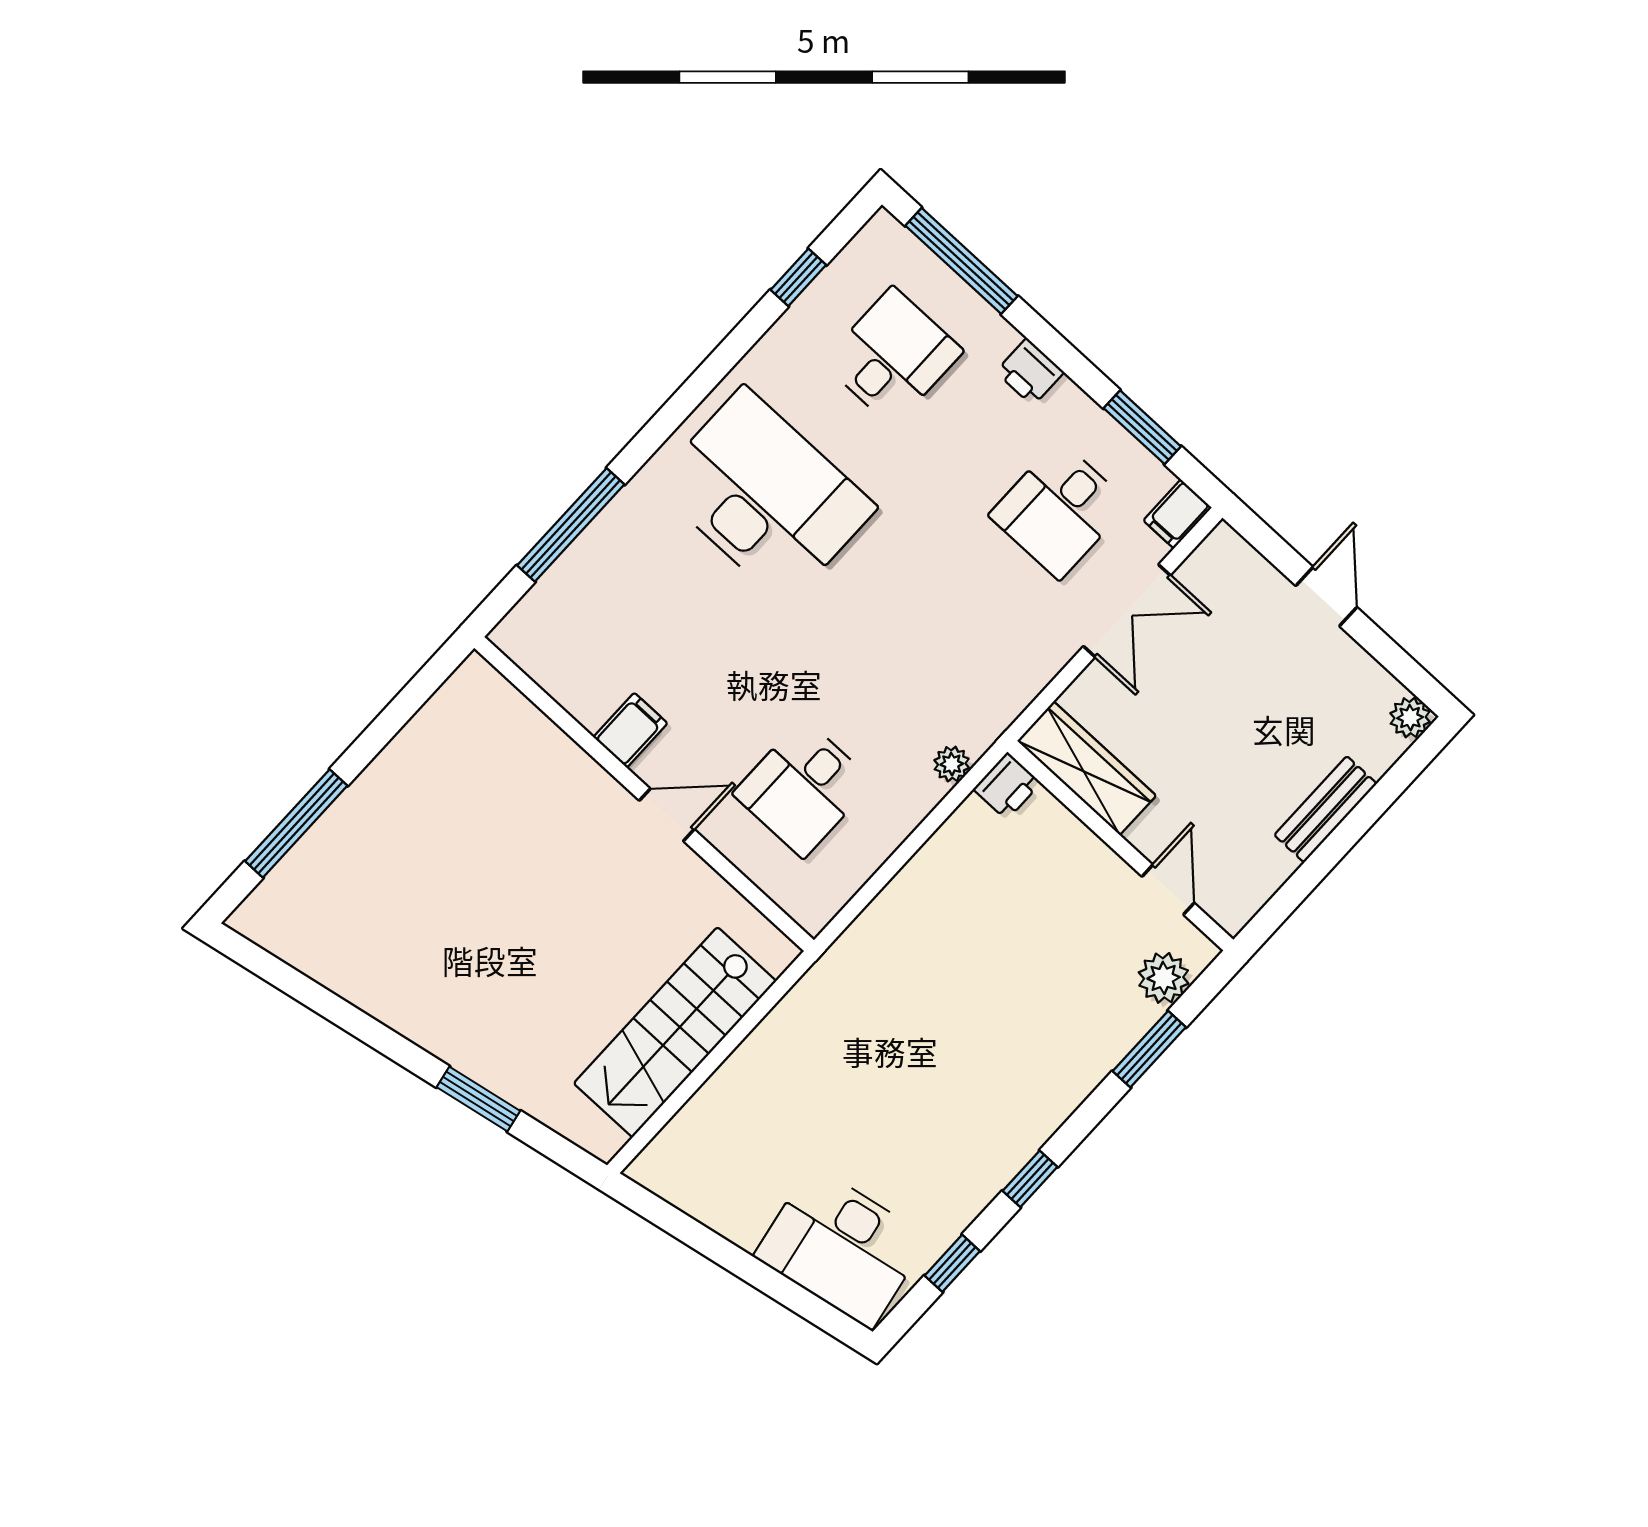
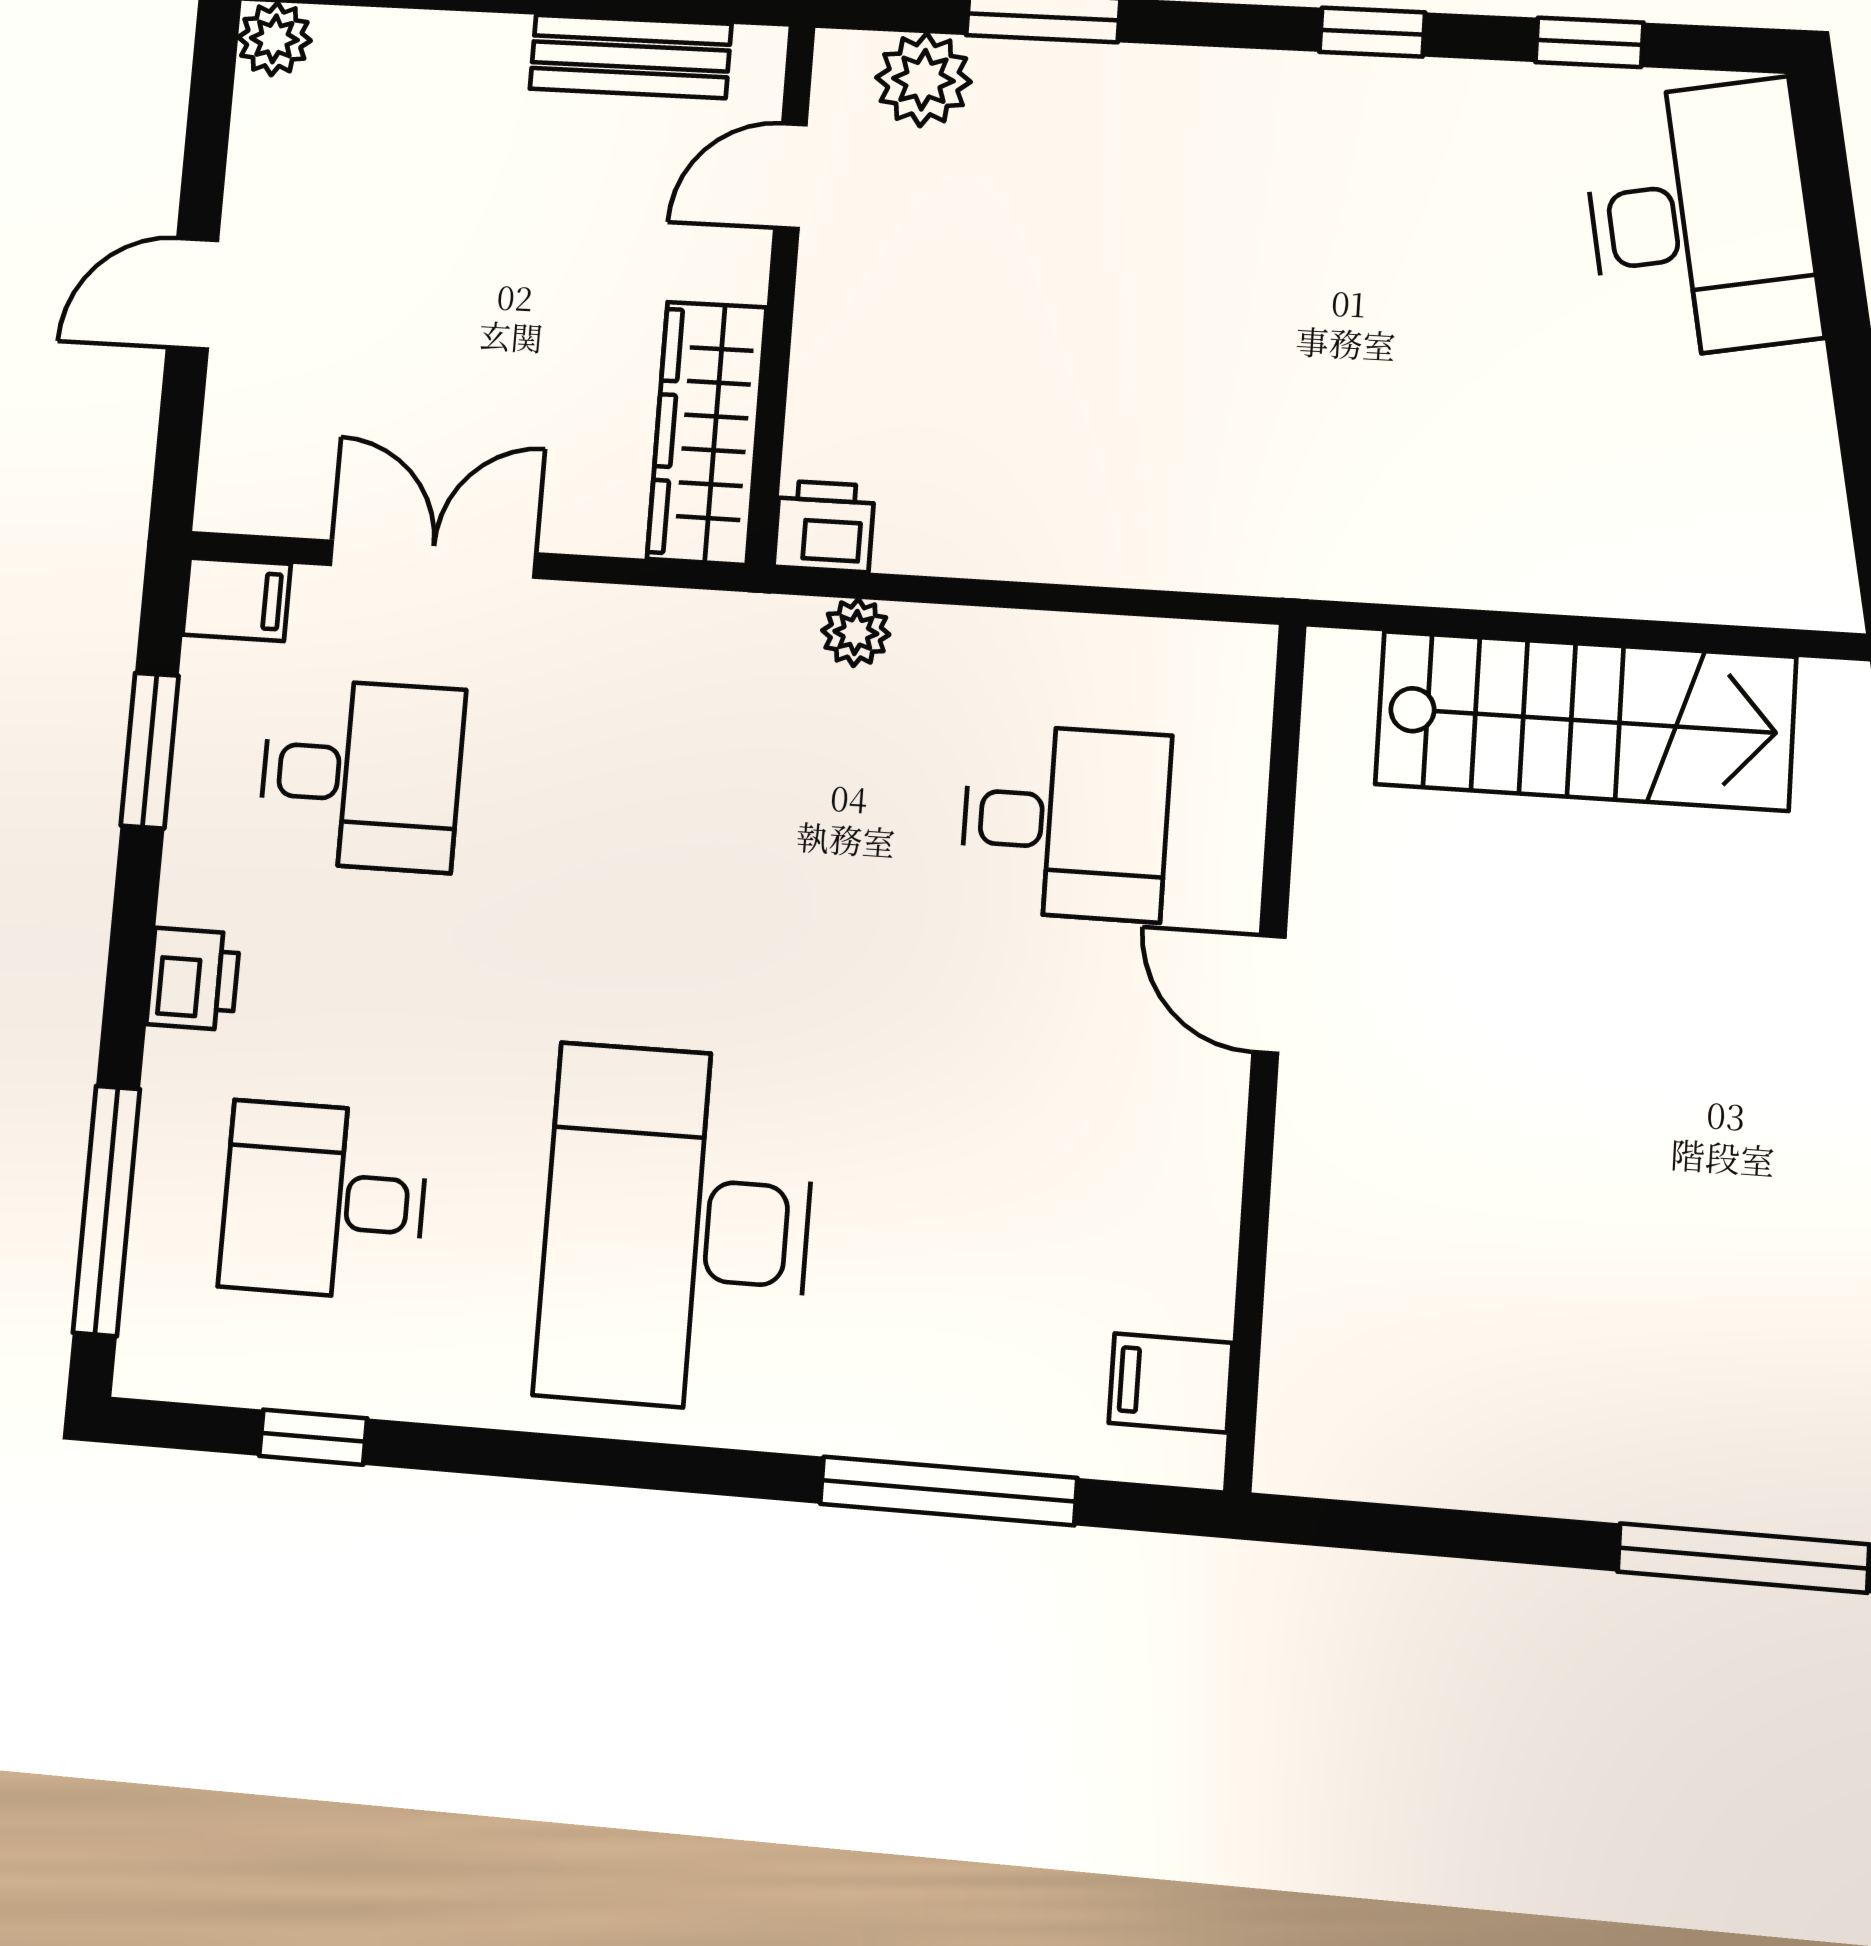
filing cabinet: (630, 730) -> (1171, 1383), moved
bench: (1326, 809) -> (631, 56), moved

